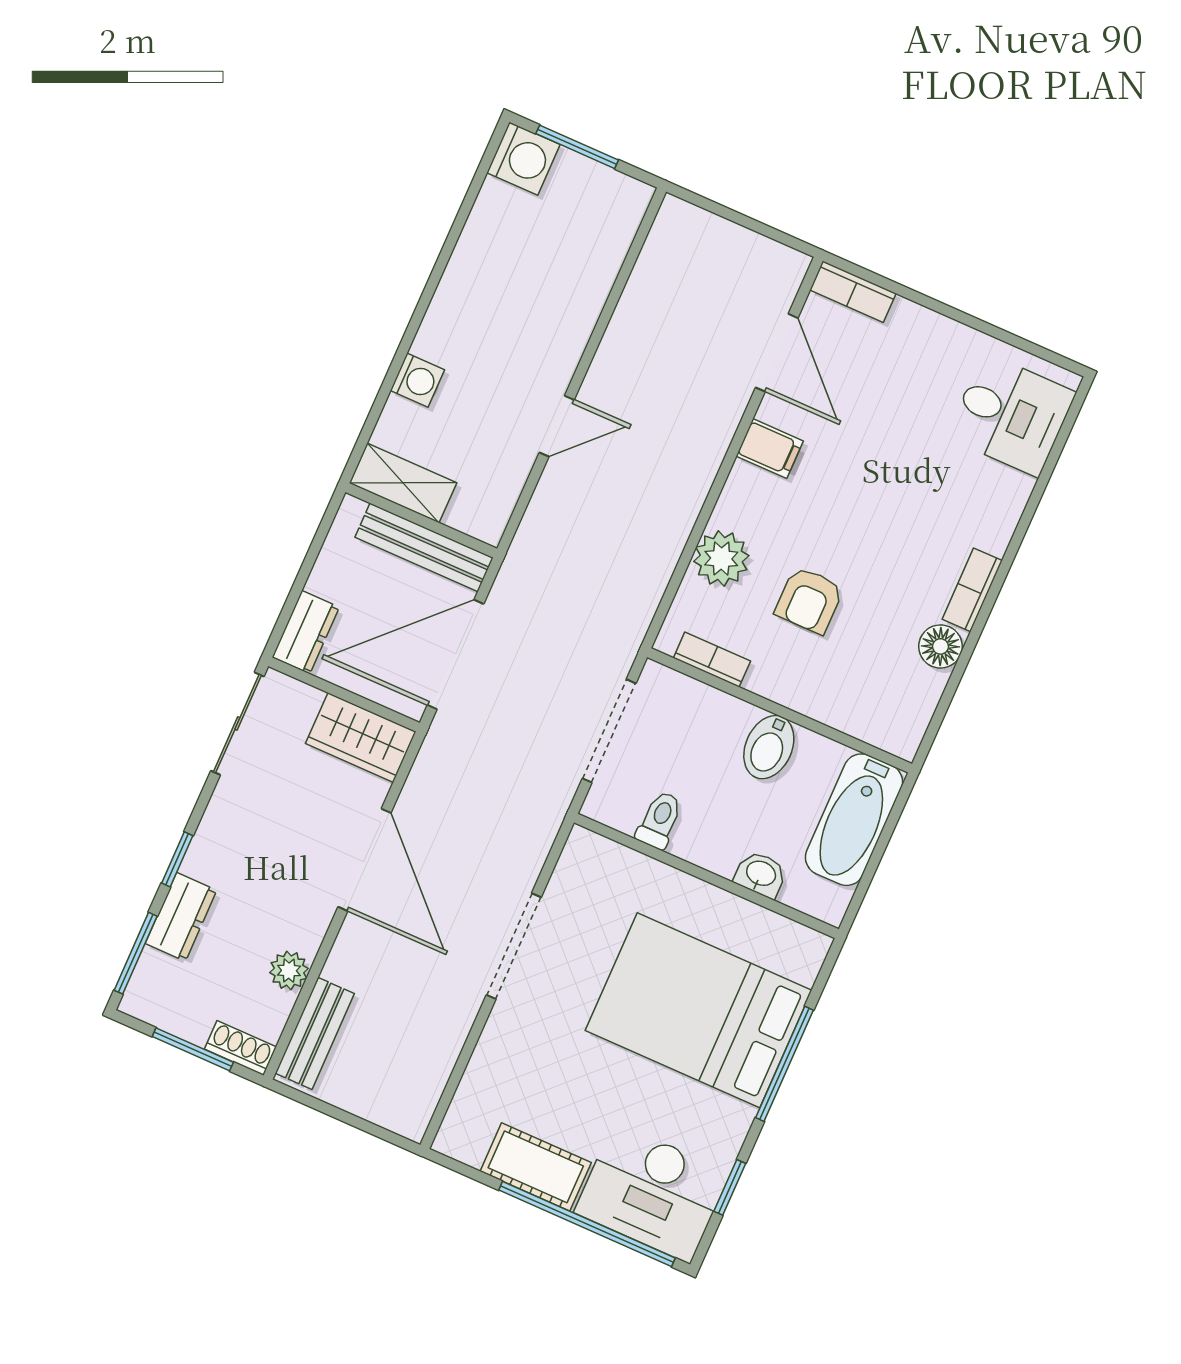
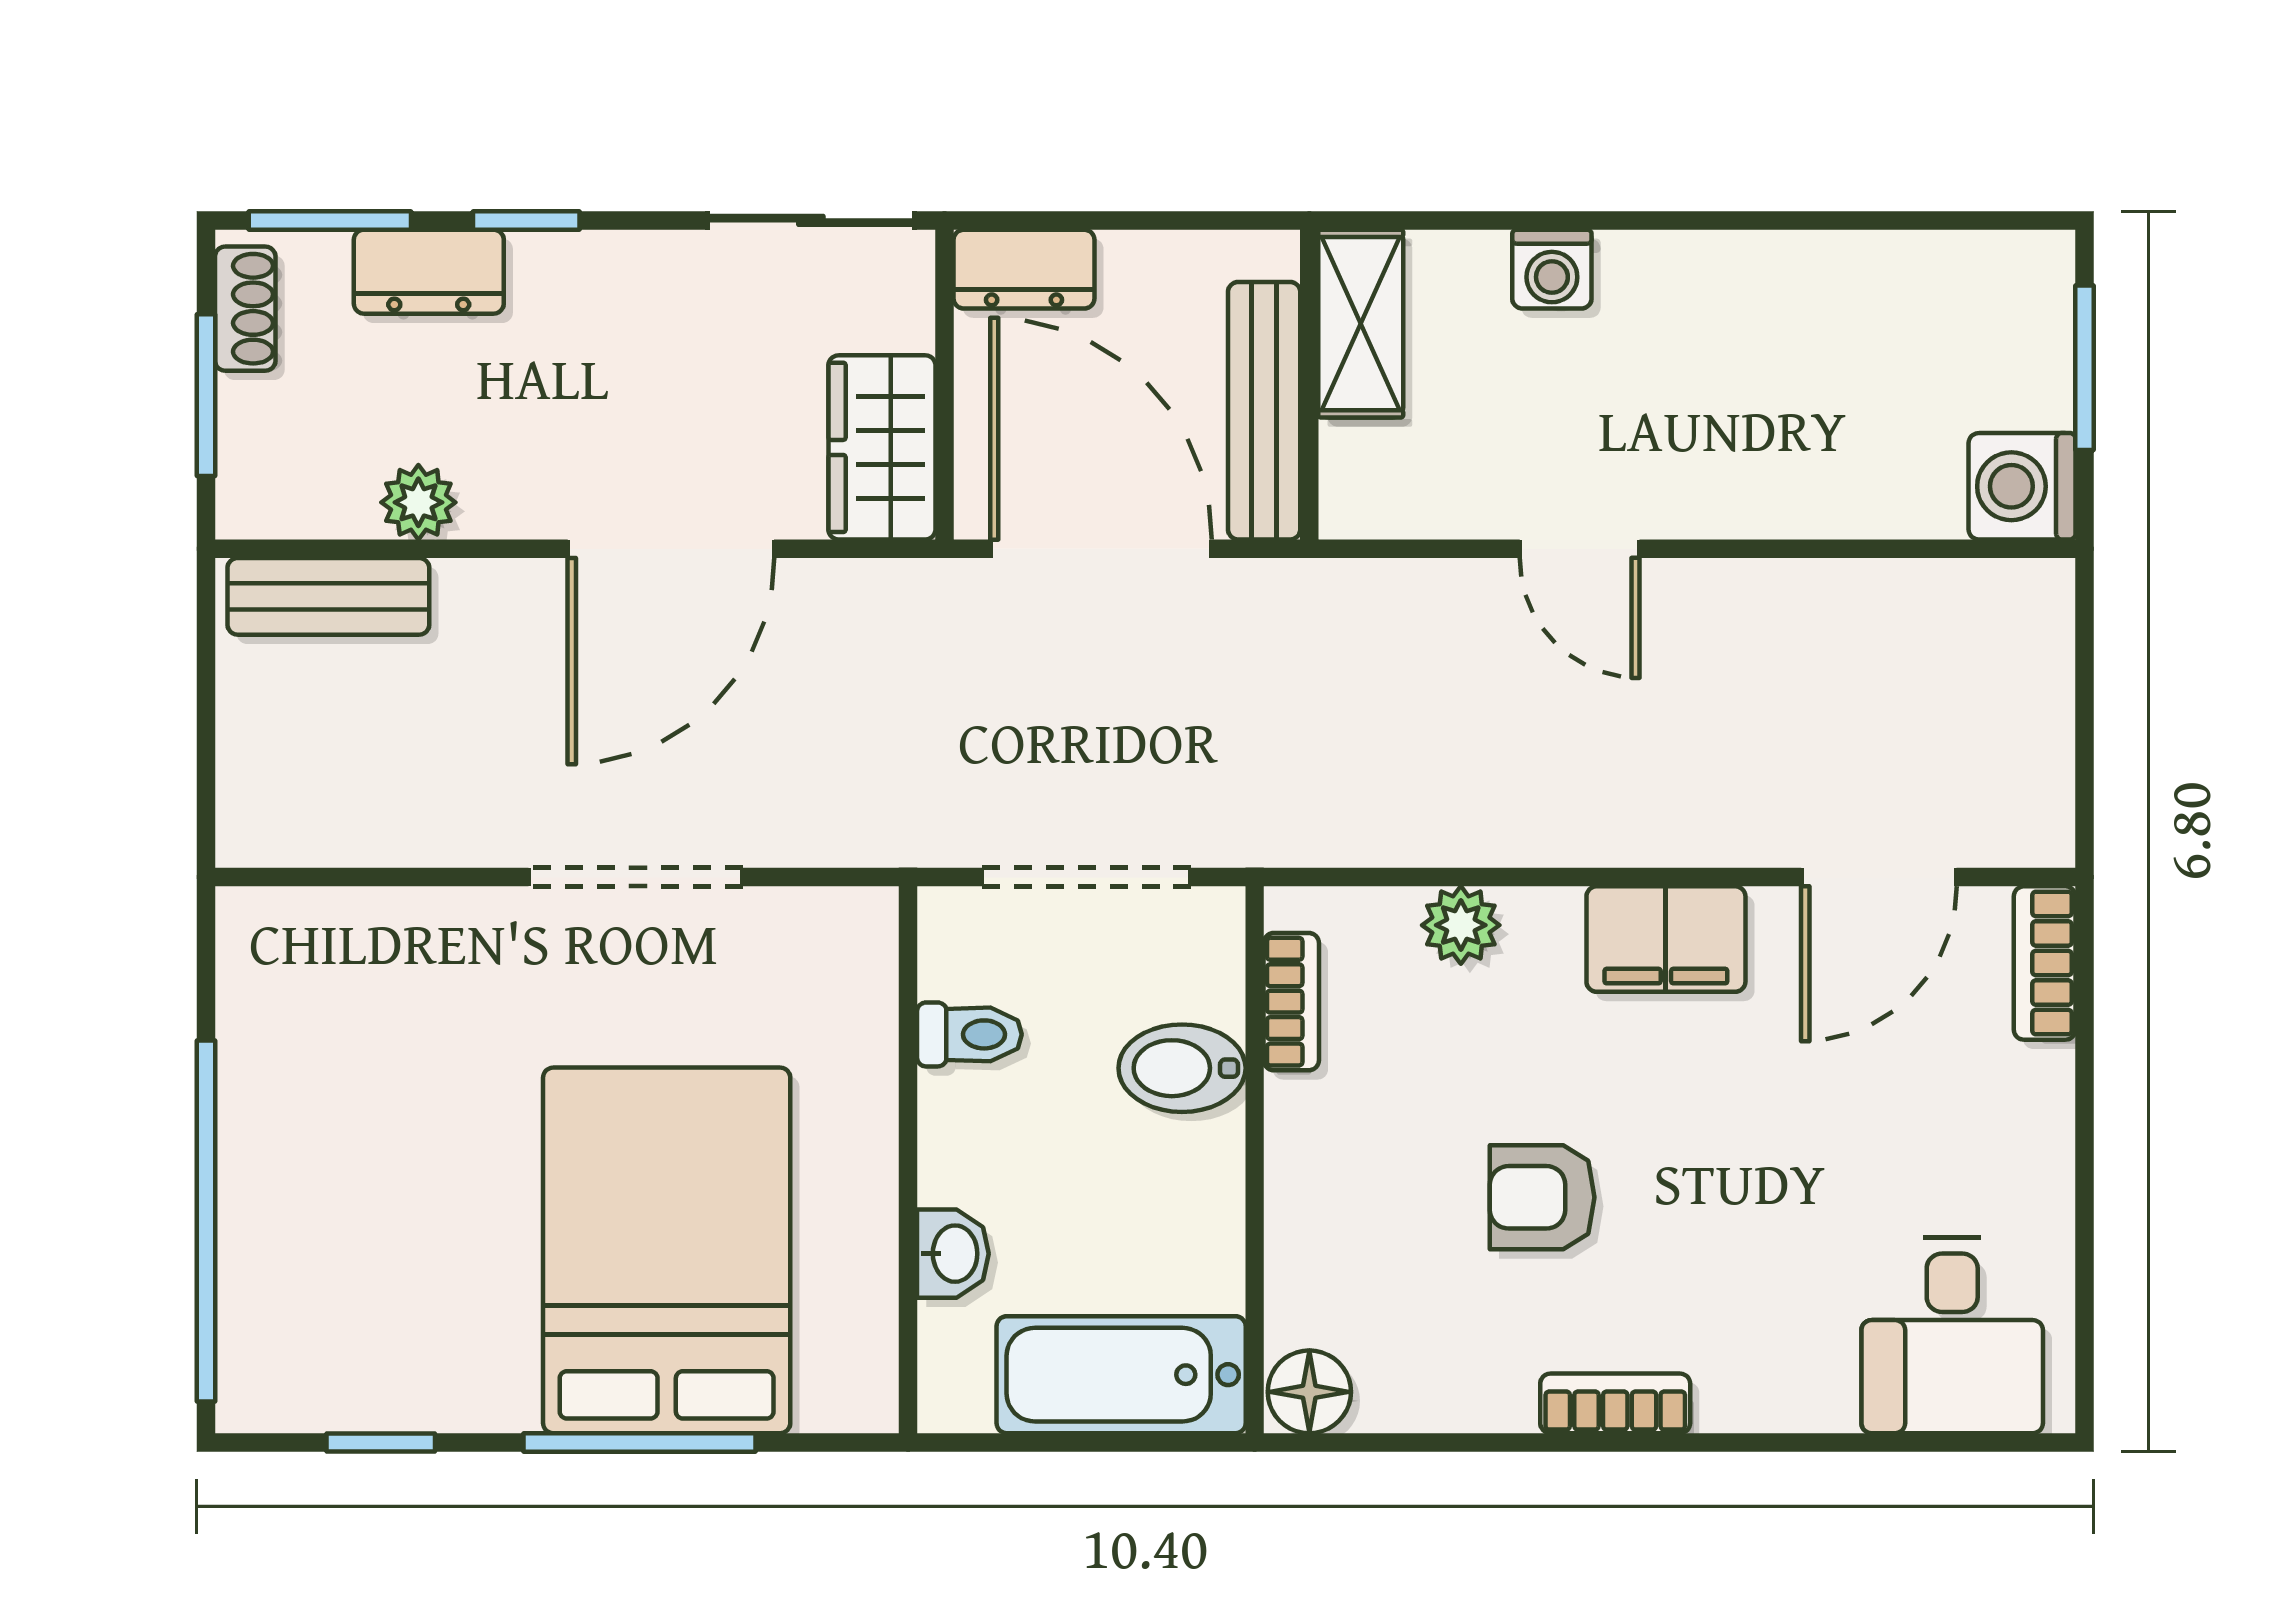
washing machine: (523, 159) -> (2022, 486), moved, turned 90
filing cabinet: (770, 449) -> (1666, 939), width x2.00
plant: (721, 558) -> (1461, 925), width x0.73, depth x0.73
armchair: (809, 600) -> (1542, 1197), moved
floor lamp: (941, 646) -> (1309, 1392), moved
bidet: (769, 747) -> (1182, 1068), moved
shoe rack: (240, 1048) -> (245, 309), moved
cot: (536, 1167) -> (266, 1087), removed
desk: (652, 1193) -> (311, 1311), removed

